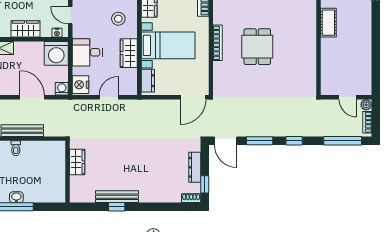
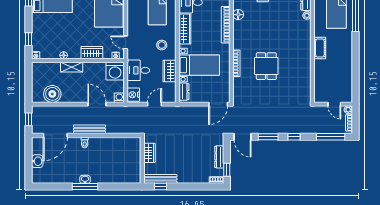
wardrobe: (77, 162) -> (149, 153), moved
wall: (68, 172) -> (142, 160), moved

